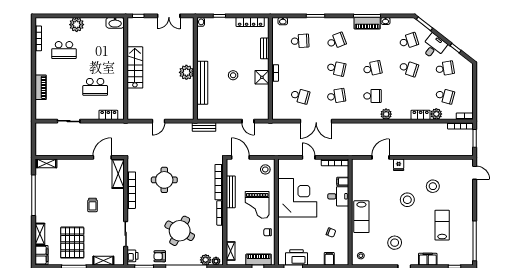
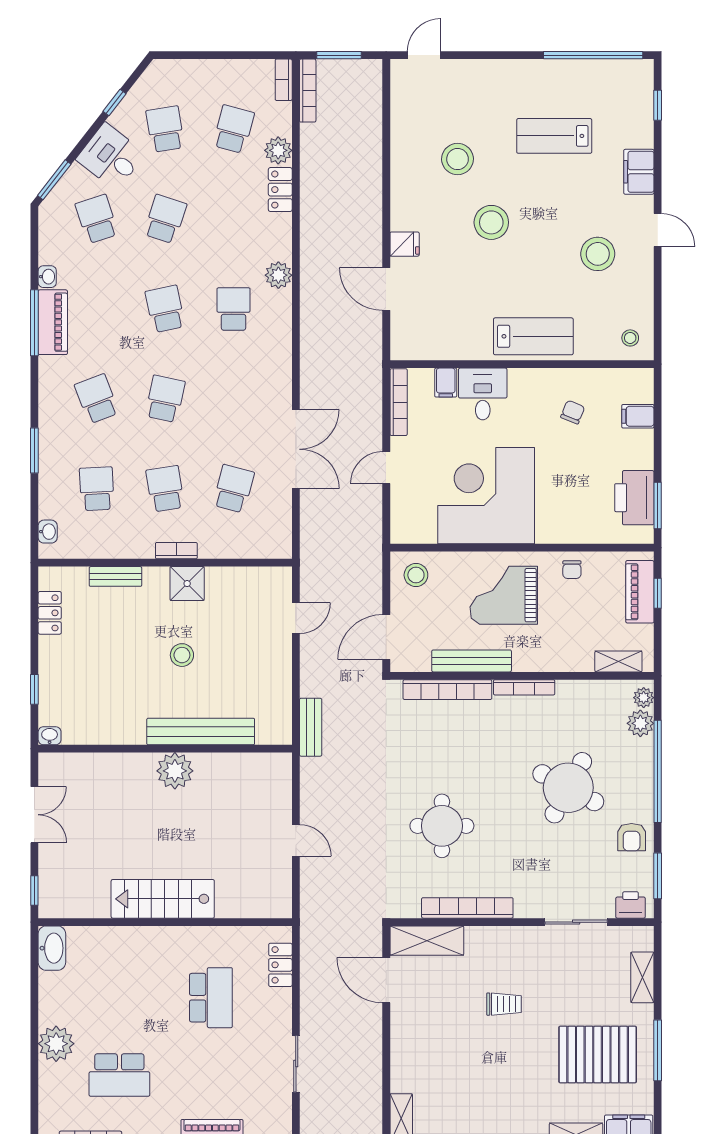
locker: (250, 22) -> (50, 613), width x0.66
school desk: (64, 50) -> (119, 1075), turned 90
school desk: (336, 96) -> (165, 489), moved
grand piano: (257, 205) -> (504, 595), turned 180

